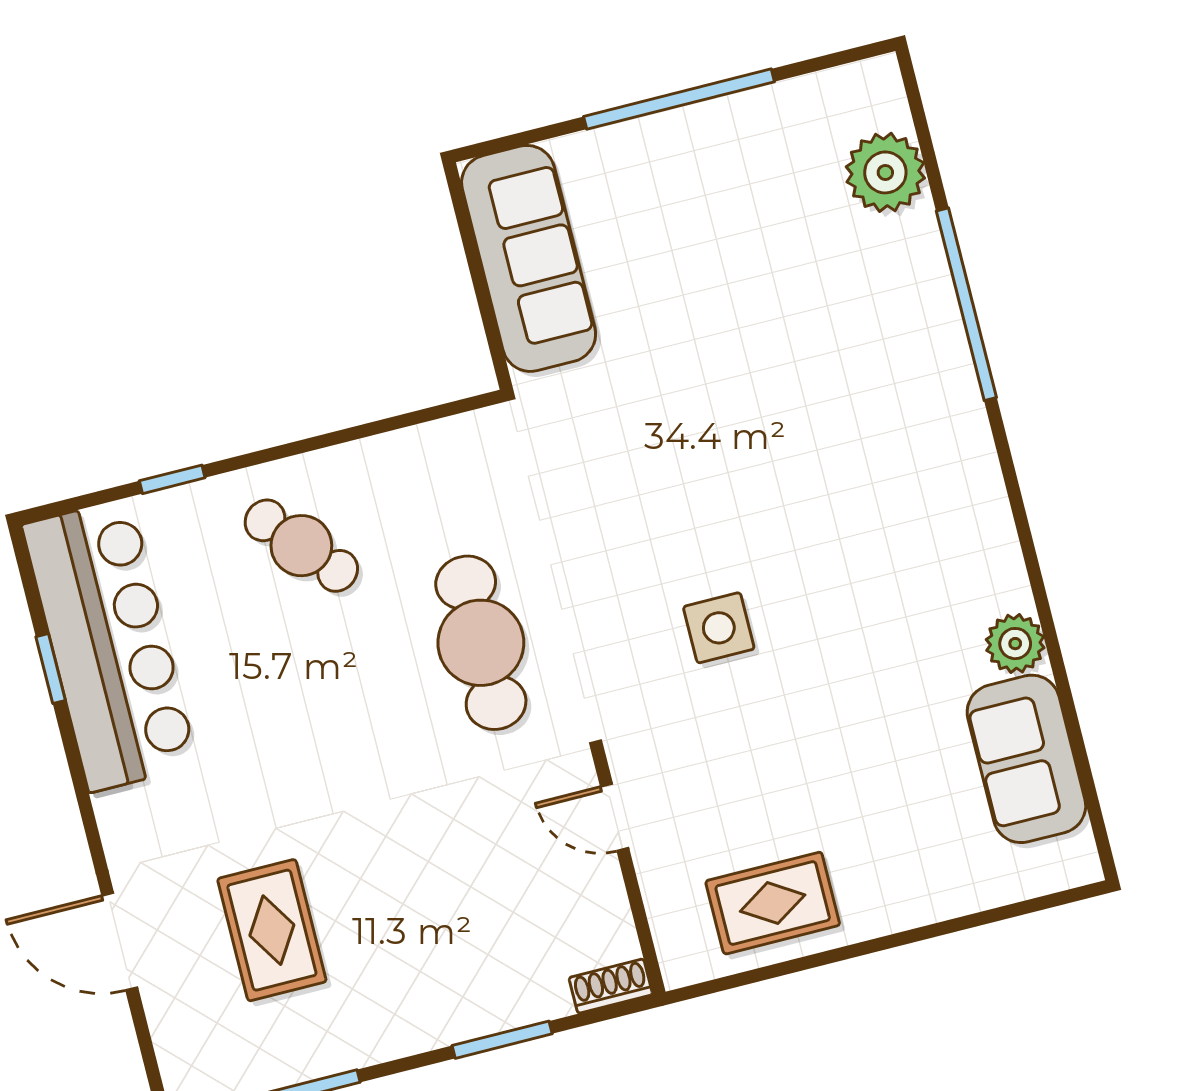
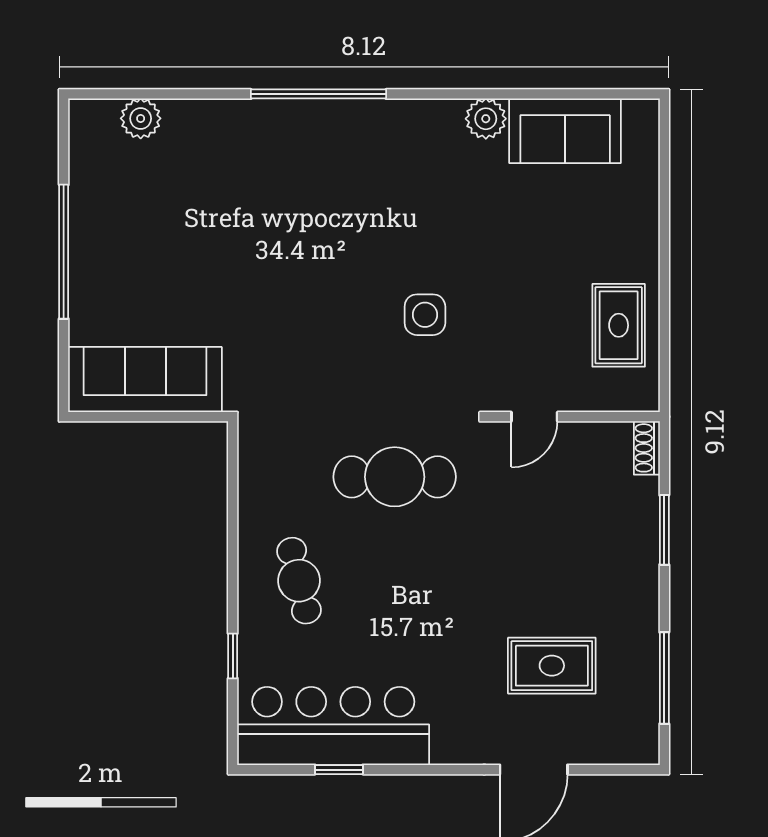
plant: (885, 172) -> (141, 118), width x0.73, depth x0.73
window: (966, 304) -> (318, 94), moved
cafe table: (301, 546) -> (299, 581), turned -63

